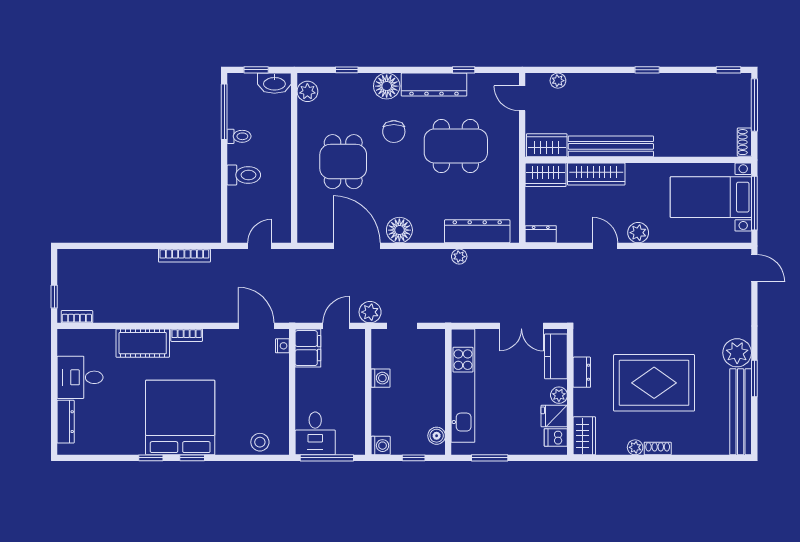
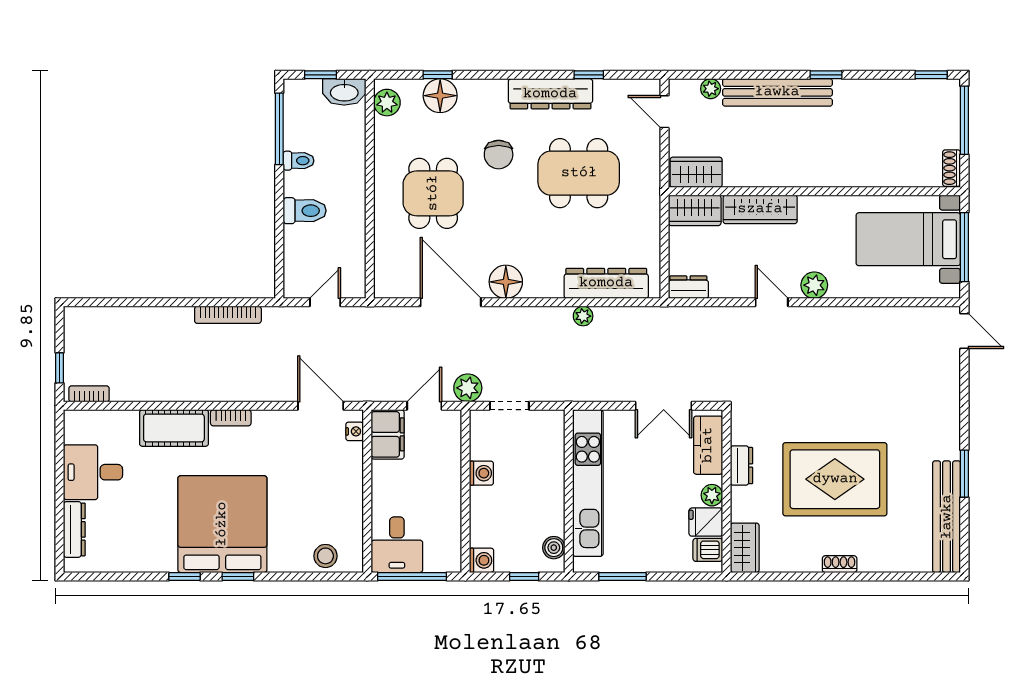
floor lamp: (387, 86) -> (440, 96), moved
bench: (611, 146) -> (777, 92), moved
plant: (737, 353) -> (942, 440), removed
plant: (635, 447) -> (810, 563), removed

